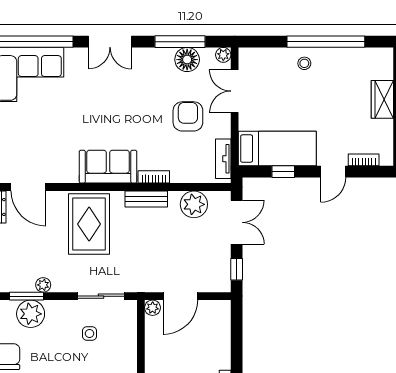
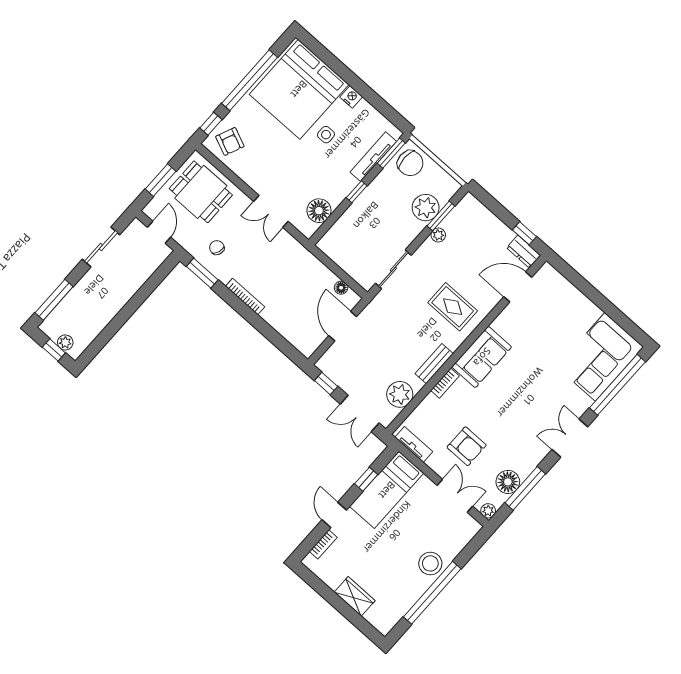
stool: (304, 63) -> (430, 563), width x1.89, depth x1.89
rug: (89, 224) -> (453, 307), width x0.73, depth x0.70
plant: (153, 308) -> (352, 299), removed
floor lamp: (152, 324) -> (341, 288), added
side table: (89, 333) -> (374, 237), removed

